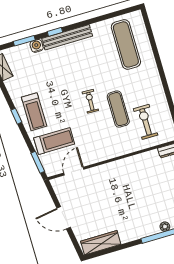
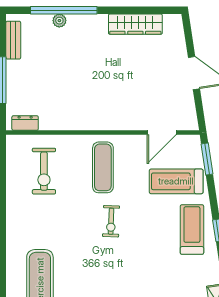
exercise mat: (118, 109) -> (103, 167), moved
wardrobe: (101, 243) -> (135, 24), moved

